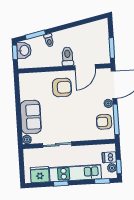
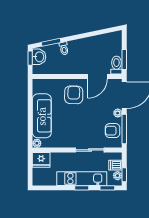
toilet: (67, 56) -> (116, 65), moved
armchair: (62, 87) -> (74, 95), turned -89
sofa: (31, 117) -> (42, 116), width x1.36
sliding door: (57, 145) -> (90, 150), moved
fridge: (40, 175) -> (41, 160), moved, turned 180
window: (61, 184) -> (82, 188), moved

